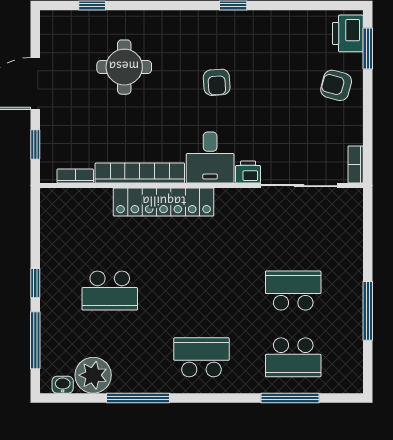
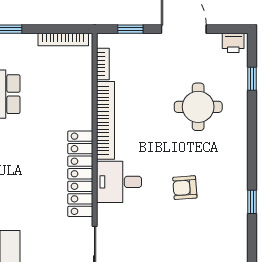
printer: (248, 172) -> (233, 43), moved, turned 90
locker: (164, 202) -> (80, 174), moved
bookcase: (47, 221) -> (63, 39), added

